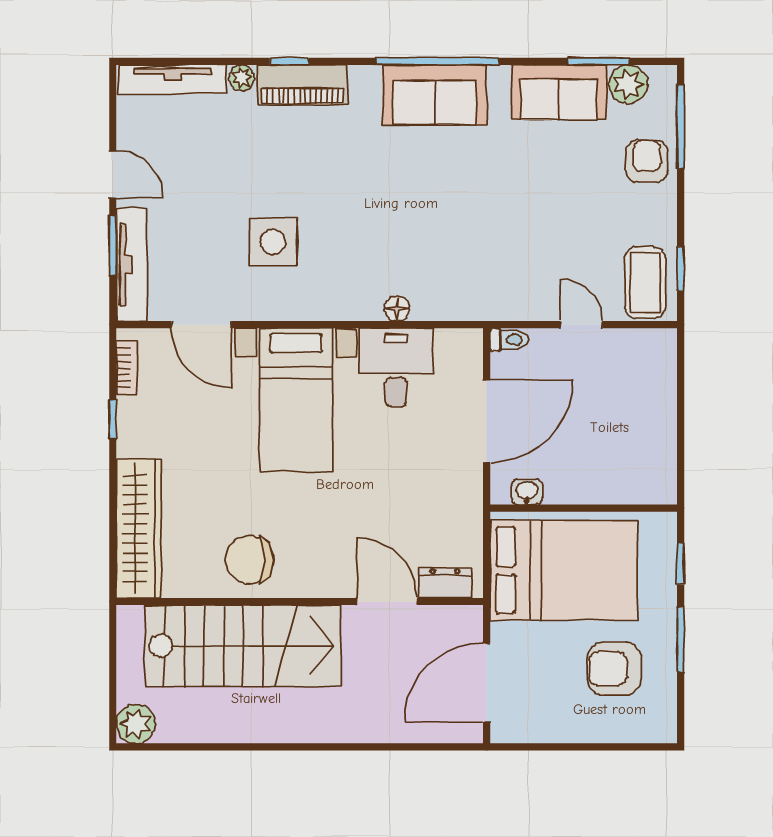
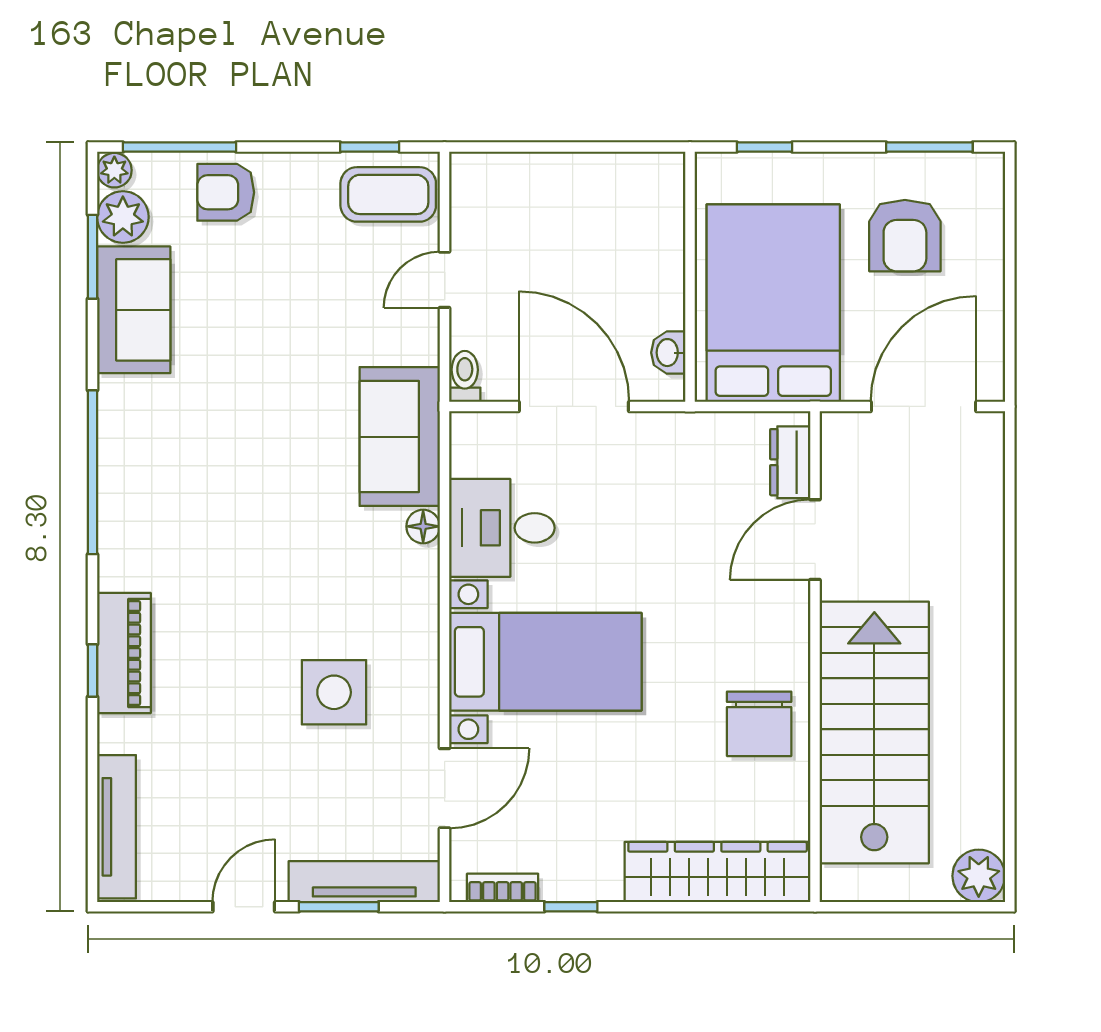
plant: (242, 78) -> (114, 170), moved
sofa: (435, 95) -> (400, 437), moved, turned 180
window: (681, 640) -> (929, 147), moved
door: (487, 683) -> (923, 406), swing flipped

